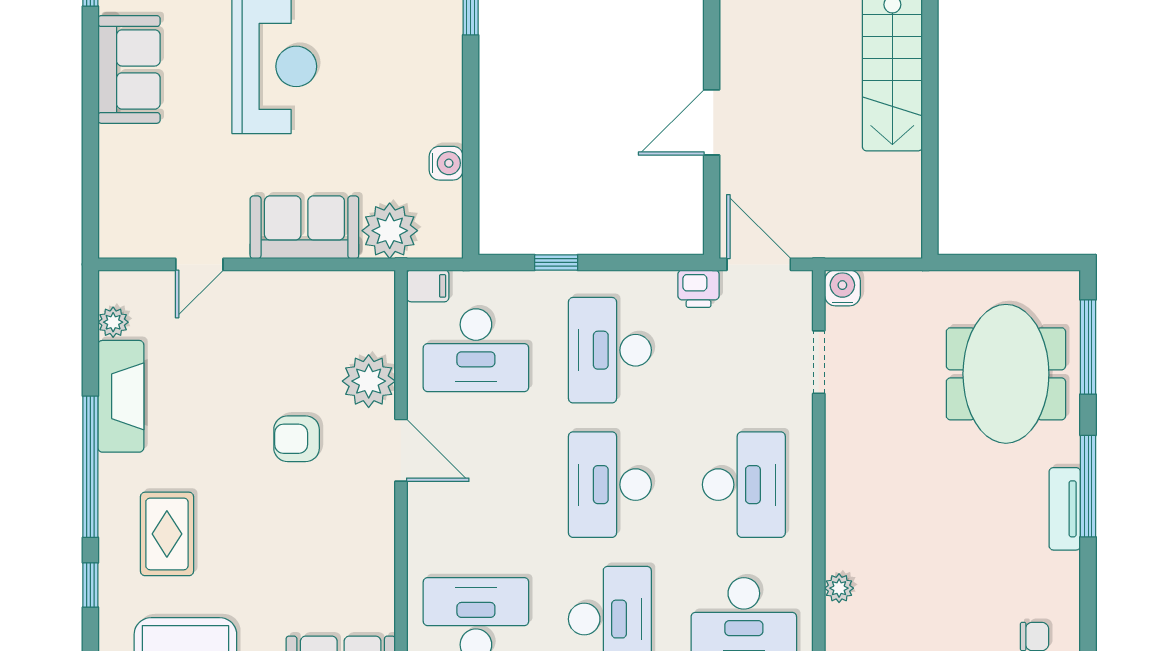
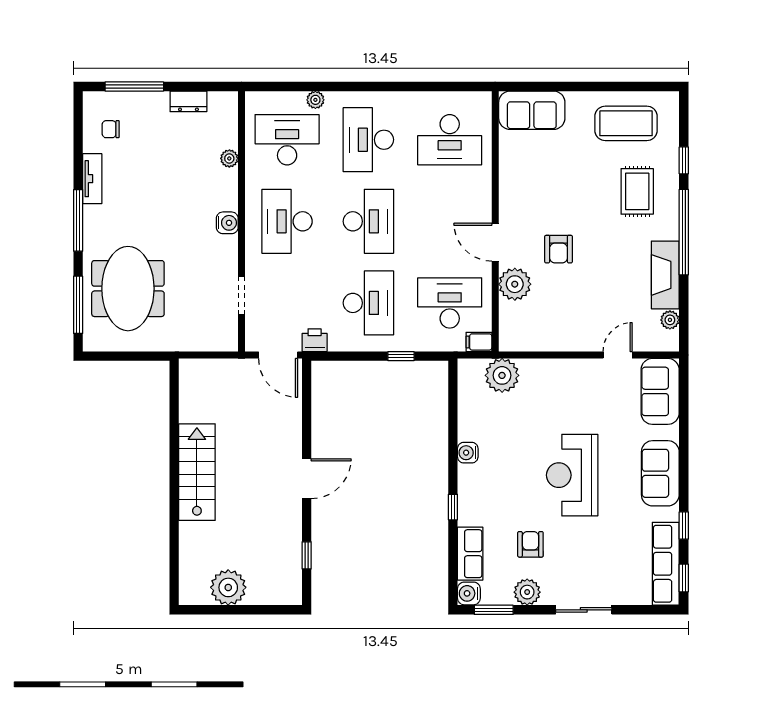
door: (712, 122) -> (307, 479), moved
water cooler: (446, 163) -> (468, 453), moved
sofa: (304, 227) -> (660, 391), moved, turned 90
water cooler: (842, 288) -> (227, 223), moved, turned -90
armchair: (297, 439) -> (559, 249), turned 90
tv unit: (1065, 509) -> (92, 179), moved

